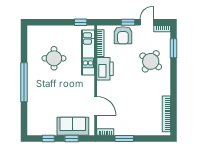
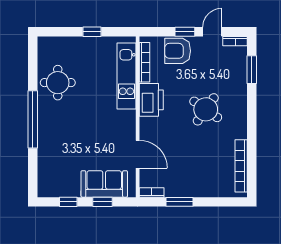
window: (81, 22) -> (92, 32), moved
armchair: (123, 35) -> (178, 51), turned 90
round table: (54, 58) -> (58, 83), moved
round table: (151, 61) -> (206, 109), moved

